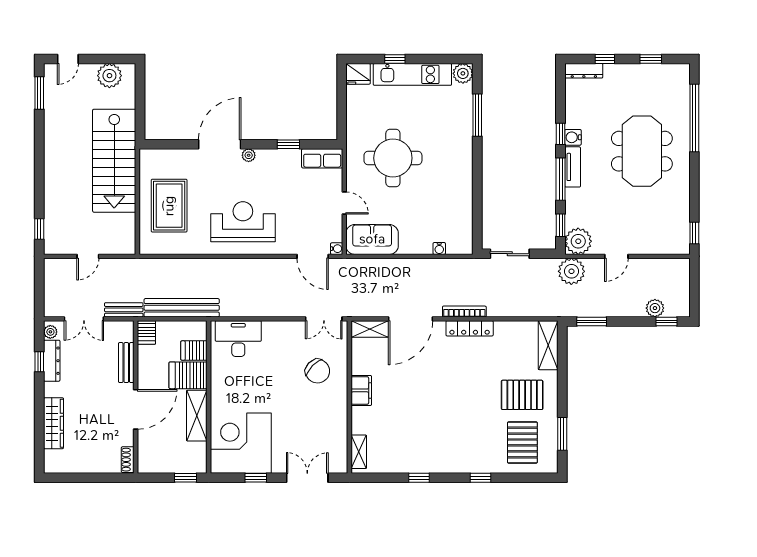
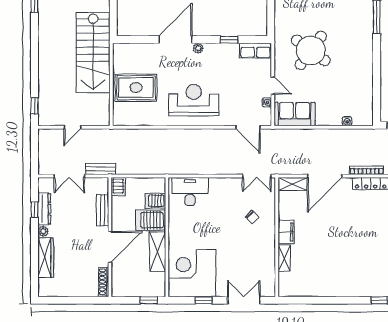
round table: (393, 158) -> (311, 50), turned 36
rug: (169, 206) -> (136, 88), turned 90
water cooler: (337, 249) -> (267, 102), moved
bench: (182, 308) -> (146, 167), removed
plant: (50, 332) -> (43, 231), moved
chair: (318, 371) -> (252, 217), width x0.54, depth x0.54
shelving: (359, 452) -> (284, 258), moved
shoe rack: (128, 460) -> (104, 282), width x1.43
window: (419, 478) -> (331, 300), removed

